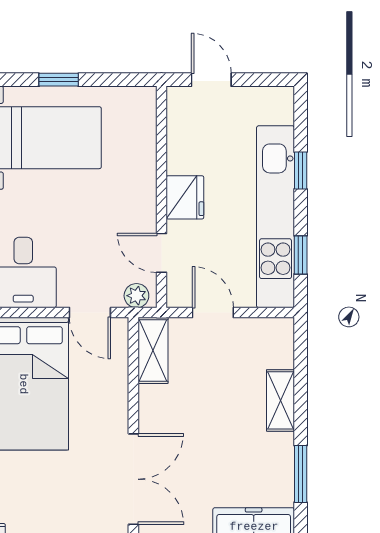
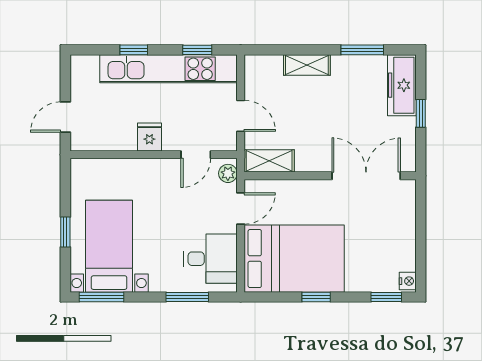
fridge: (185, 197) -> (149, 137), width x0.72
door: (213, 313) -> (241, 116), swing flipped

